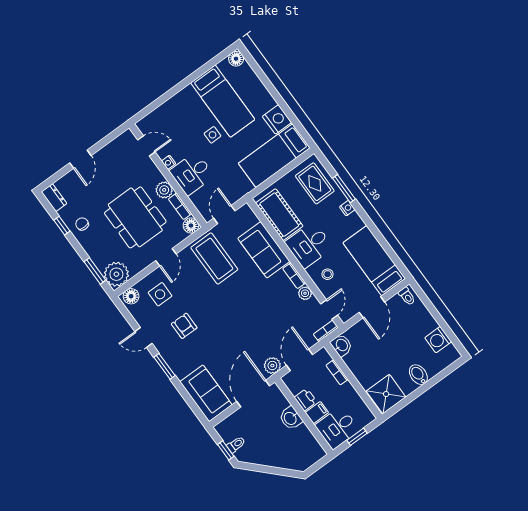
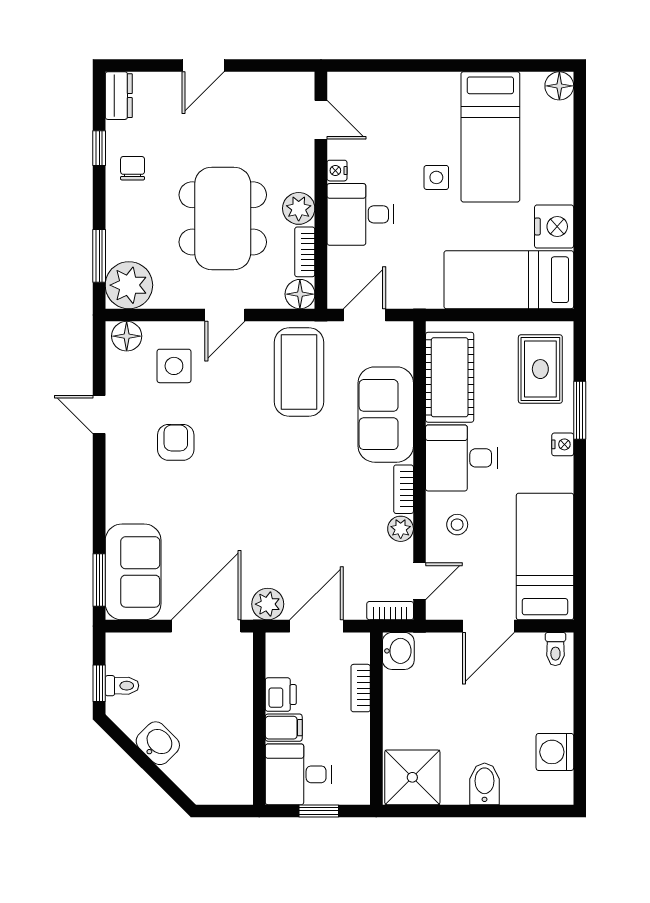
window: (164, 366) -> (99, 580), moved
washbasin: (291, 418) -> (158, 743), moved, turned 135

